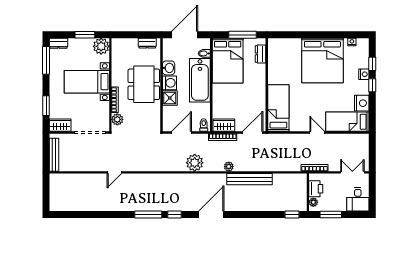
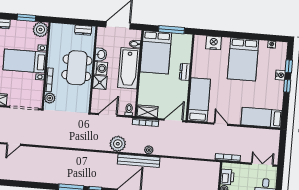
dresser: (261, 54) -> (185, 72), moved
bed: (322, 61) -> (243, 59), width x0.73
nightstand: (362, 103) -> (214, 43), moved, turned -90
door: (317, 132) -> (221, 124), moved
door: (114, 172) -> (14, 144), moved
bench: (249, 179) -> (139, 161), moved

